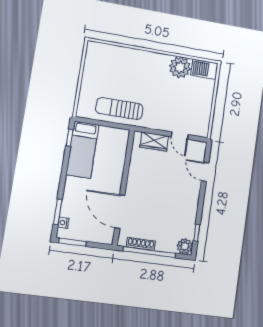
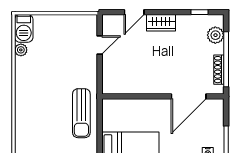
plant: (180, 67) -> (21, 50), width x0.53, depth x0.53
wardrobe: (154, 142) -> (161, 23), moved, turned 90
plant: (185, 246) -> (215, 35), moved

